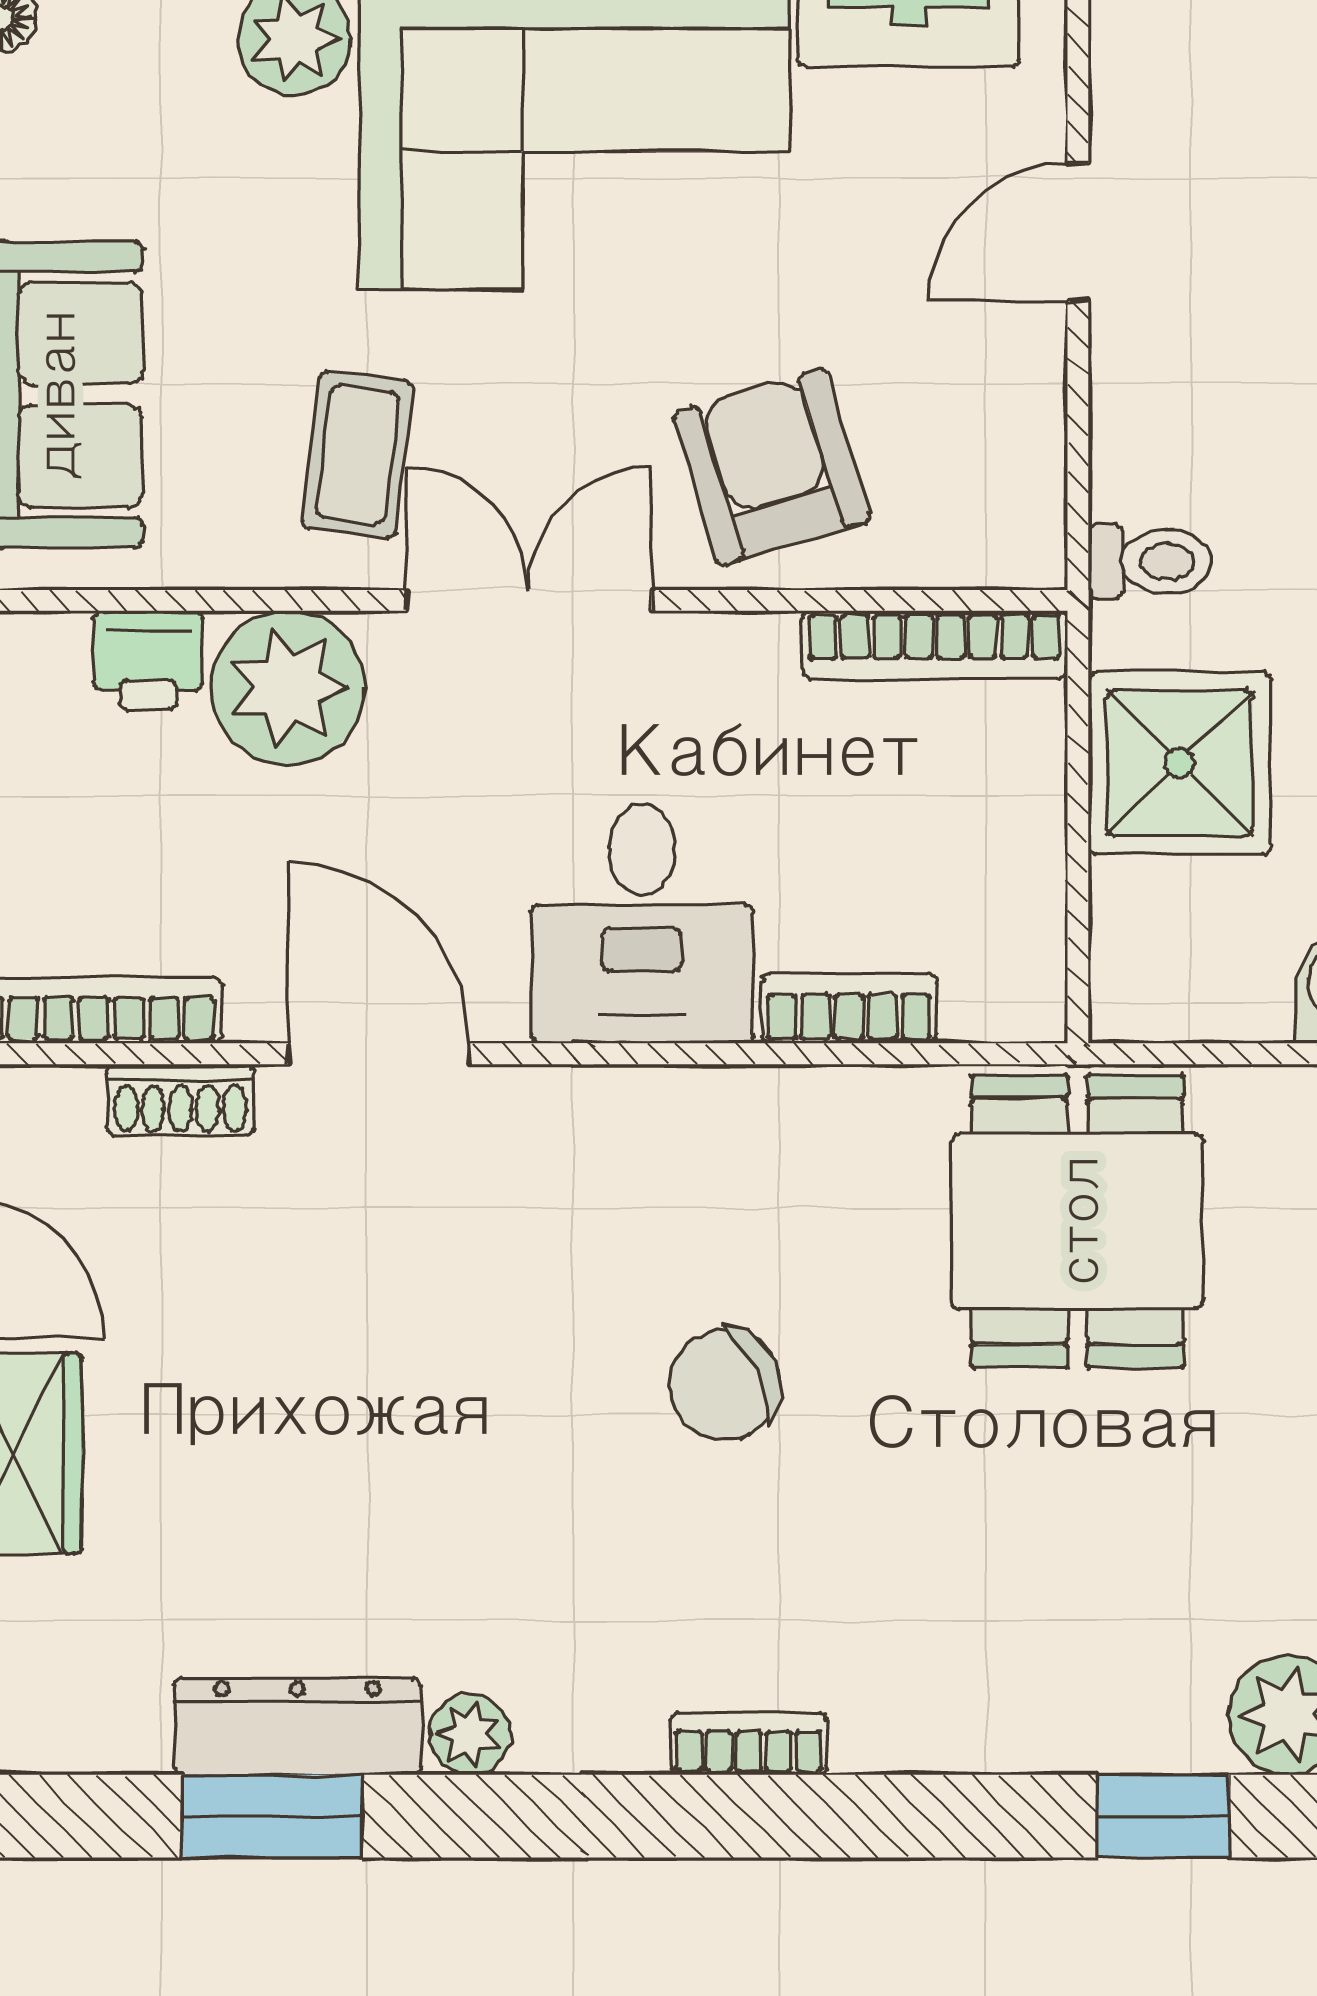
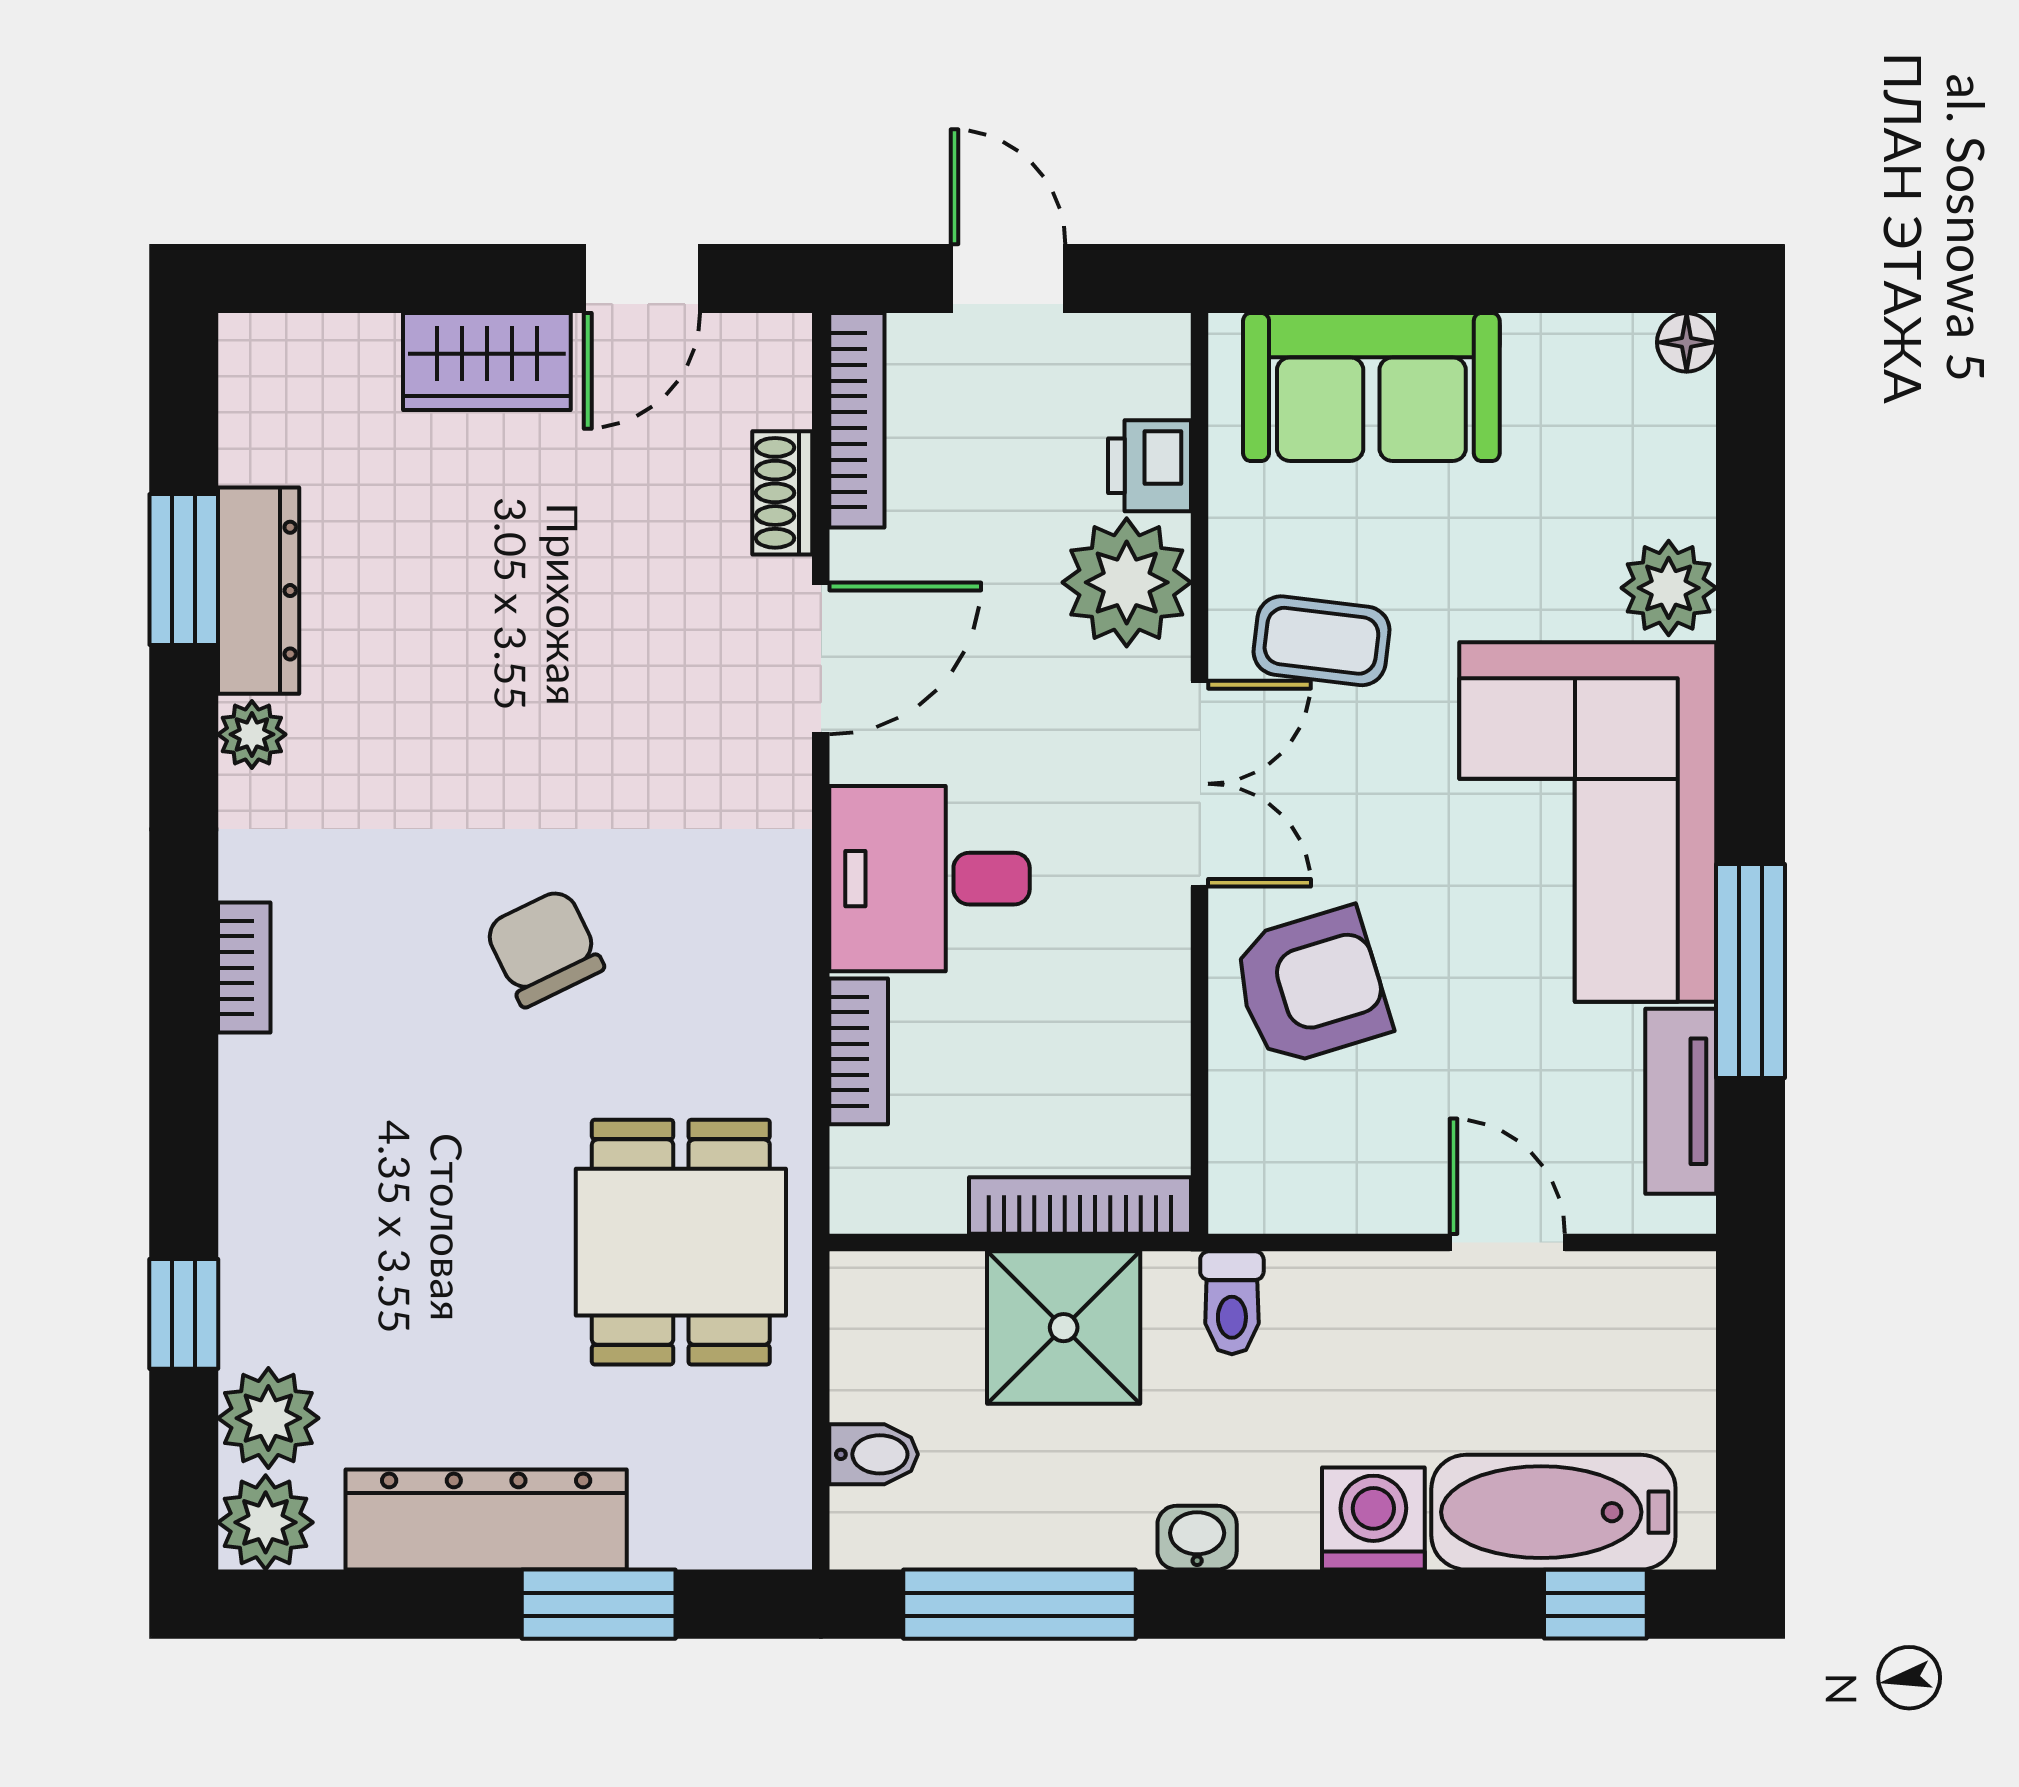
bookcase: (935, 645) -> (1080, 1206), moved, turned 90
dining table: (1077, 1221) -> (681, 1242), turned 90

